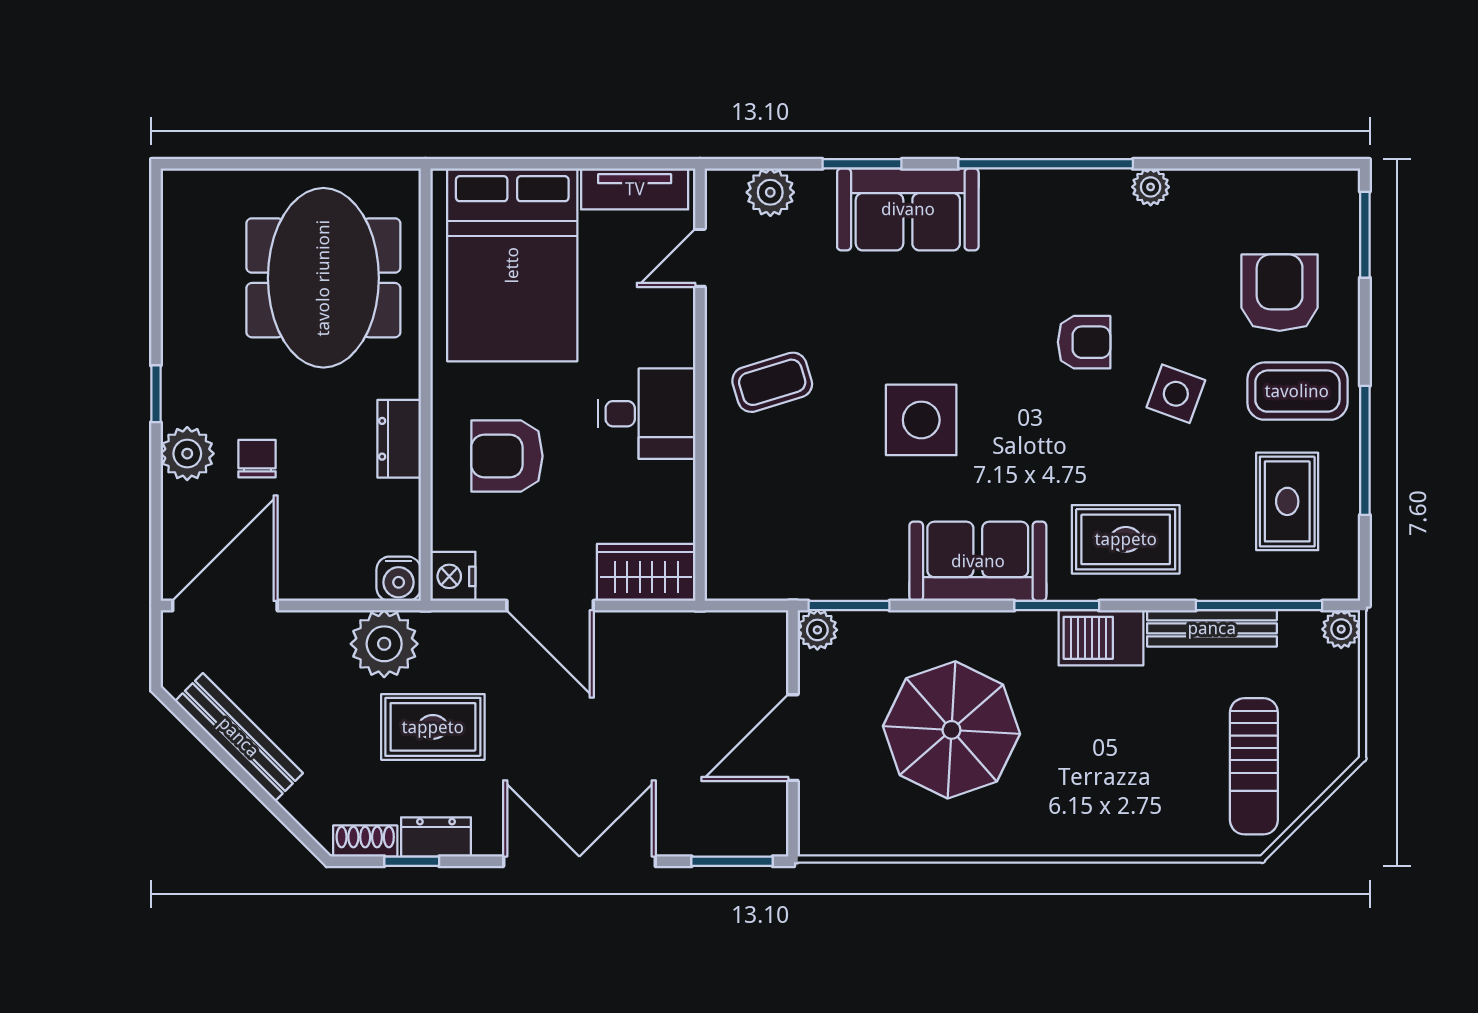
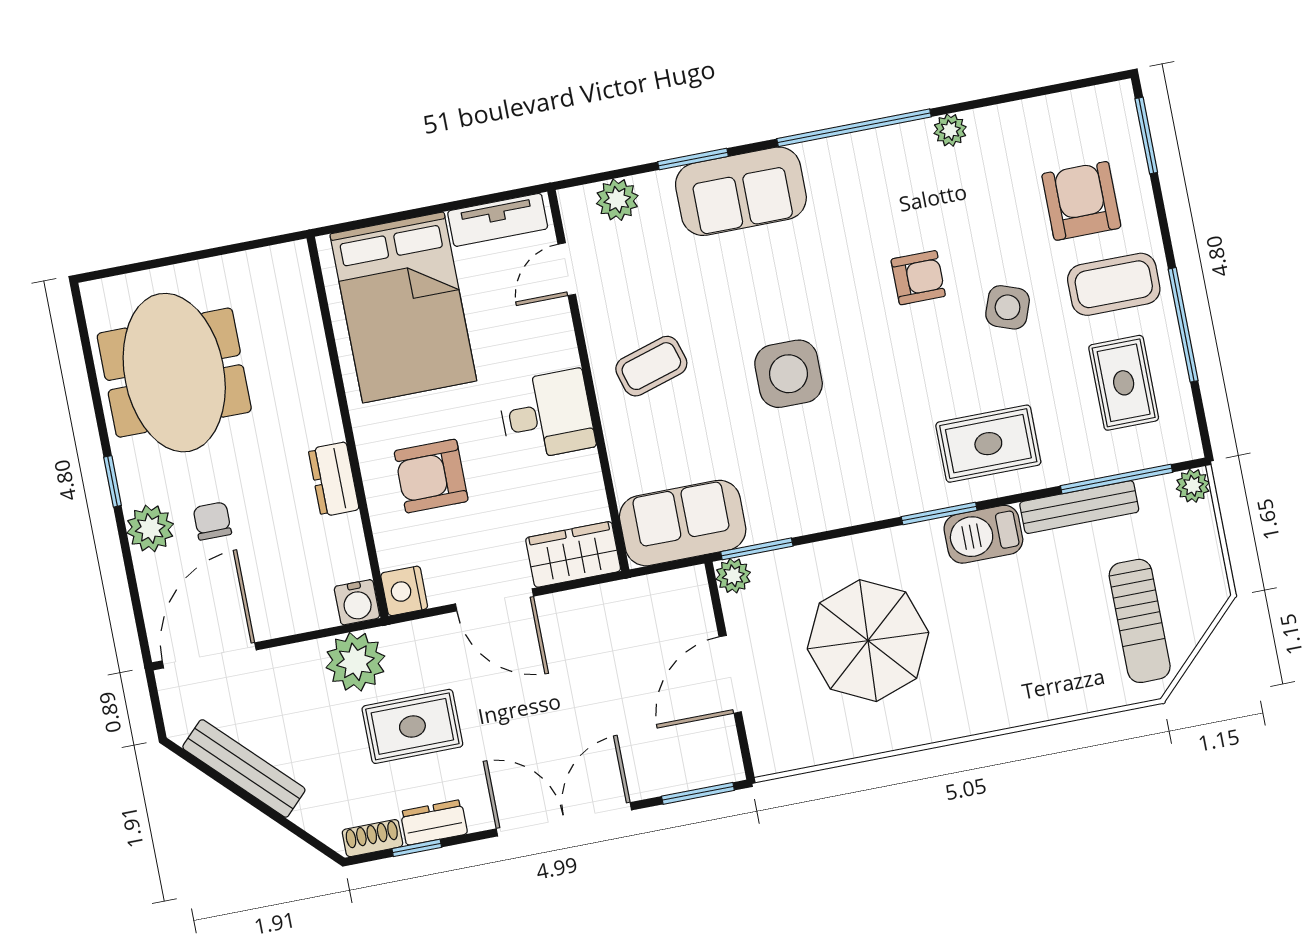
meeting table: (323, 278) -> (174, 373), moved
sofa: (978, 561) -> (683, 523), moved

